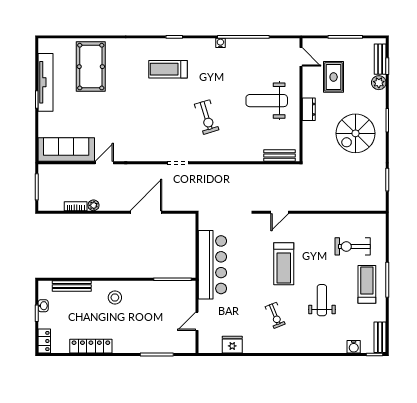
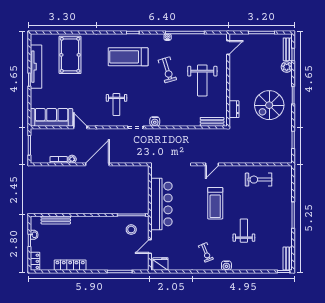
door: (301, 57) -> (228, 48), hinge flipped
treadmill: (168, 69) -> (128, 57), width x1.37, depth x1.38
rug: (334, 77) -> (253, 63), removed
weight bench: (267, 101) -> (202, 80), turned -90
dresser: (309, 109) -> (234, 109), moved
exercise bike: (207, 117) -> (167, 70), moved
weight bench: (152, 133) -> (116, 105), added
water cooler: (203, 155) -> (155, 121), added
door: (104, 163) -> (80, 127), hinge flipped
door: (146, 212) -> (97, 164), moved
exercise bike: (353, 246) -> (259, 180), moved
treadmill: (367, 284) -> (278, 219), removed
stool: (115, 297) -> (131, 230), moved
exercise bike: (275, 315) -> (206, 252), moved
fridge: (232, 345) -> (160, 264), moved
water cooler: (354, 347) -> (226, 266), moved

